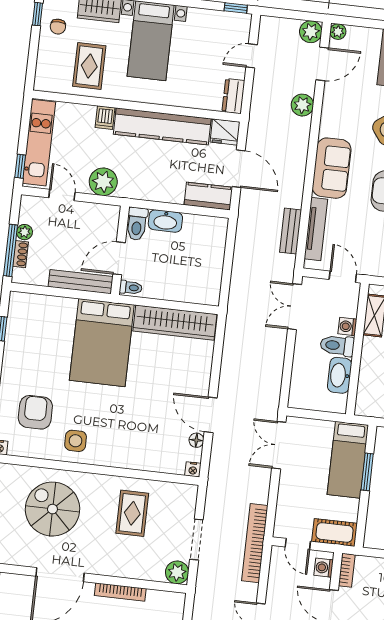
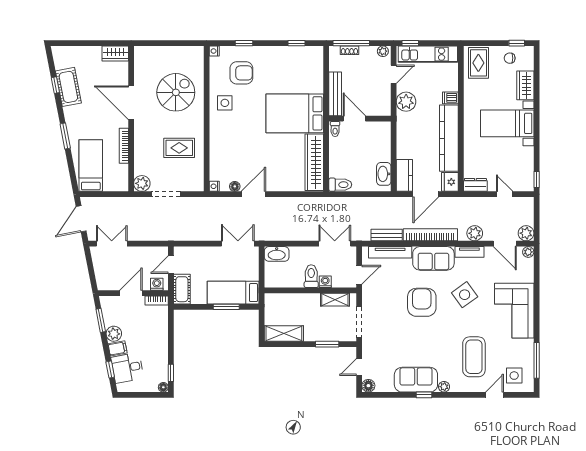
rug: (89, 66) -> (478, 63), moved, turned 90
tv unit: (328, 116) -> (469, 252), added
washbasin: (165, 221) -> (384, 174), moved
toilet: (137, 224) -> (340, 185), moved, turned 180
plant: (24, 232) -> (383, 51), moved
washbasin: (340, 375) -> (277, 254), moved, turned 180
bookcase: (255, 543) -> (430, 235), moved

